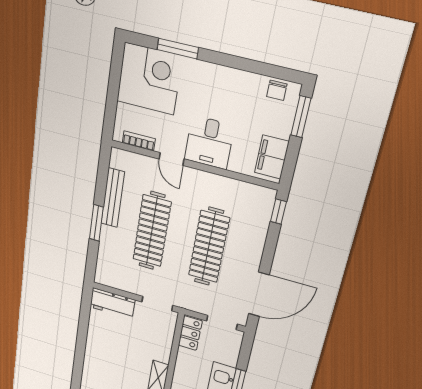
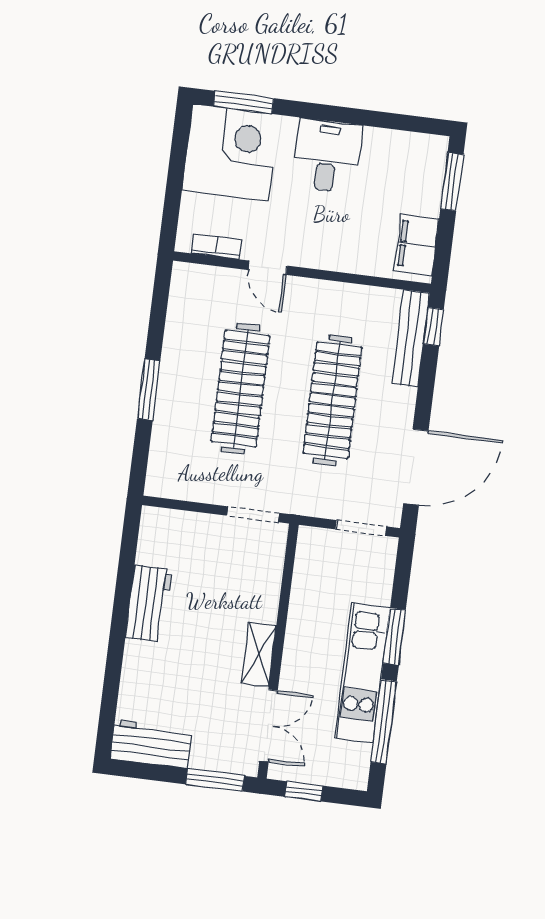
window: (178, 49) -> (243, 102), moved
chair: (277, 90) -> (415, 149), removed
desk: (209, 142) -> (327, 156), moved, turned 180
bench: (113, 198) -> (411, 338), moved
workbench: (112, 303) -> (149, 604), moved, turned -90
locker: (190, 333) -> (310, 558), removed

